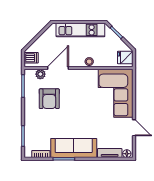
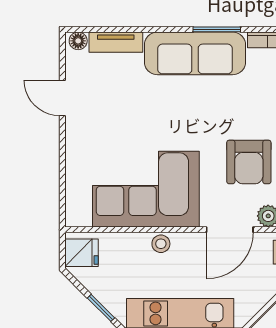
corner sofa: (116, 93) -> (146, 189), moved, turned -90
armchair: (49, 99) -> (249, 162), turned 180

